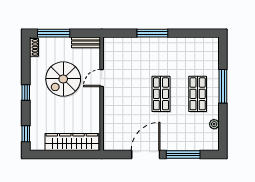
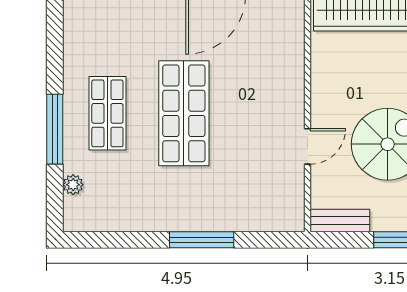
shop shelf: (161, 94) -> (184, 113), width x1.43, depth x1.36
plant: (214, 124) -> (73, 185), moved

